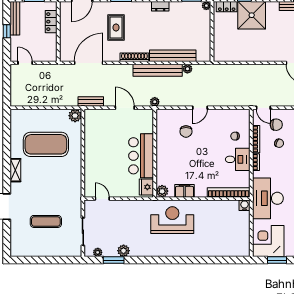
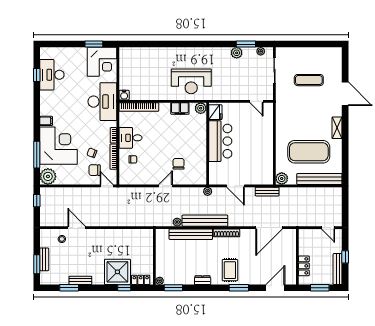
rug: (116, 27) -> (230, 270), moved
bench: (34, 115) -> (319, 179), added

